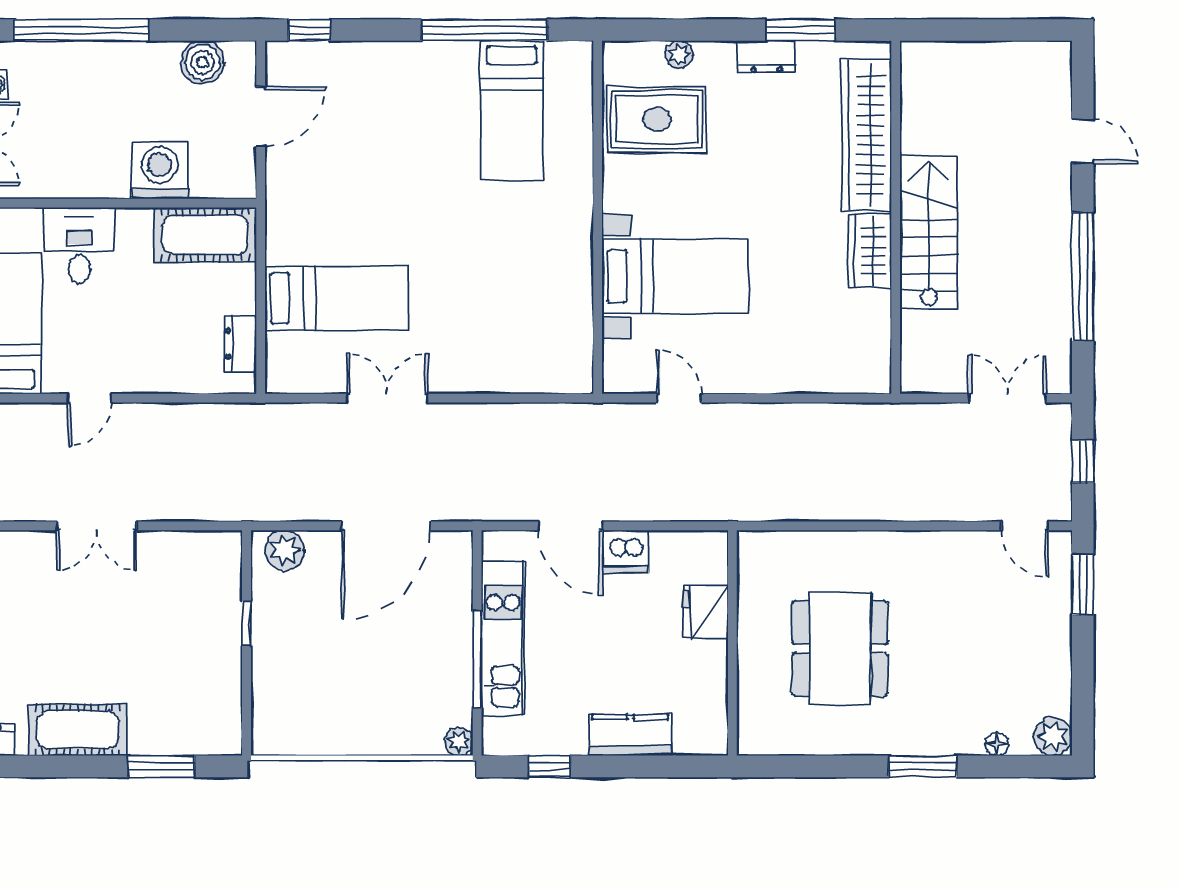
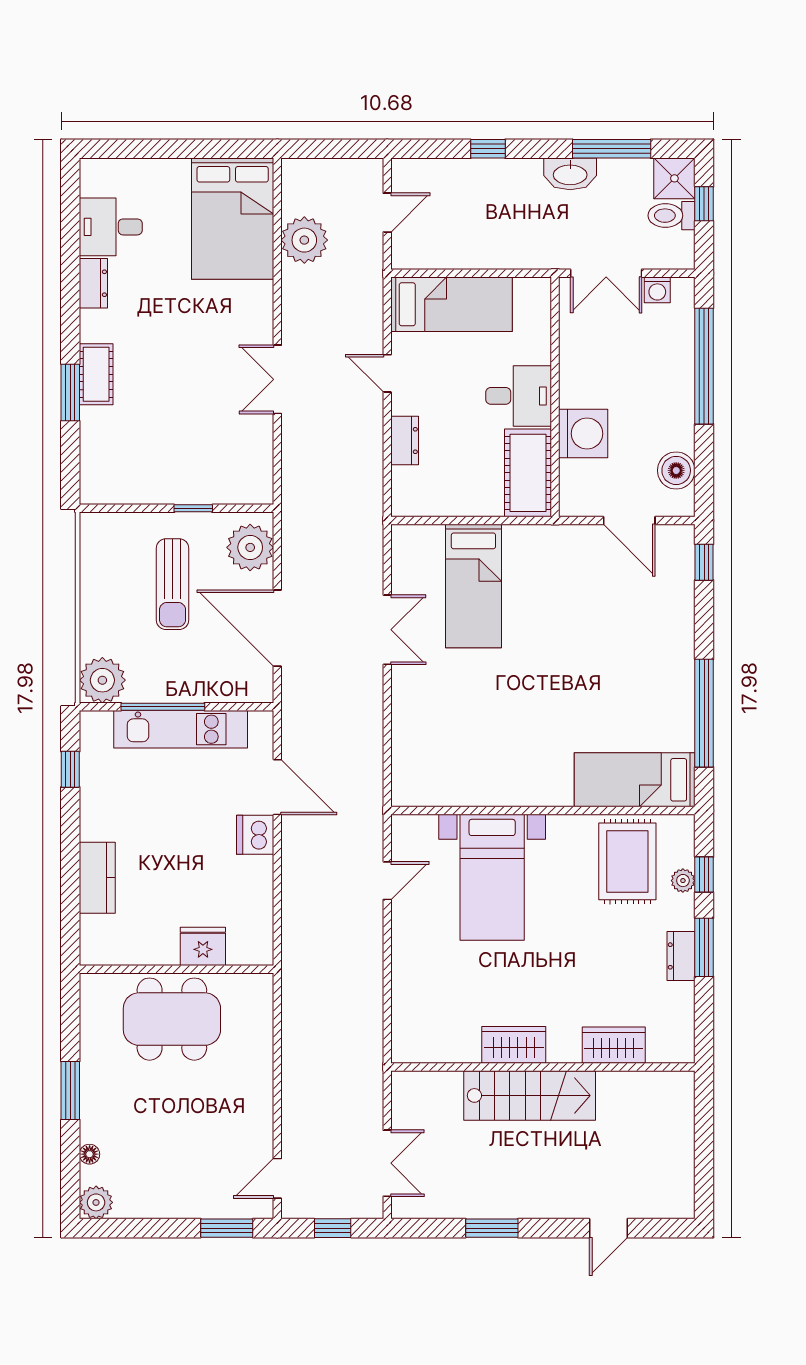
window: (672, 30) -> (704, 875), added
window: (801, 30) -> (704, 947), moved
bed: (512, 111) -> (635, 780), moved
wardrobe: (867, 135) -> (614, 1045), width x0.48, depth x0.85
desk: (79, 246) -> (519, 396), moved
window: (1083, 277) -> (492, 1228), width x0.47
dresser: (240, 344) -> (405, 441), moved, turned 90
door: (570, 526) -> (277, 787), swing flipped
plant: (285, 550) -> (250, 547), width x1.36, depth x1.36
fridge: (706, 612) -> (203, 946), moved
wall: (732, 643) -> (177, 969), moved
sun lounger: (335, 648) -> (173, 584), added
cot: (78, 730) -> (96, 374), width x0.73, depth x0.75
kitchen counter: (630, 735) -> (97, 878), moved
plant: (459, 742) -> (102, 680), width x1.88, depth x1.88
window: (161, 766) -> (70, 392), moved

